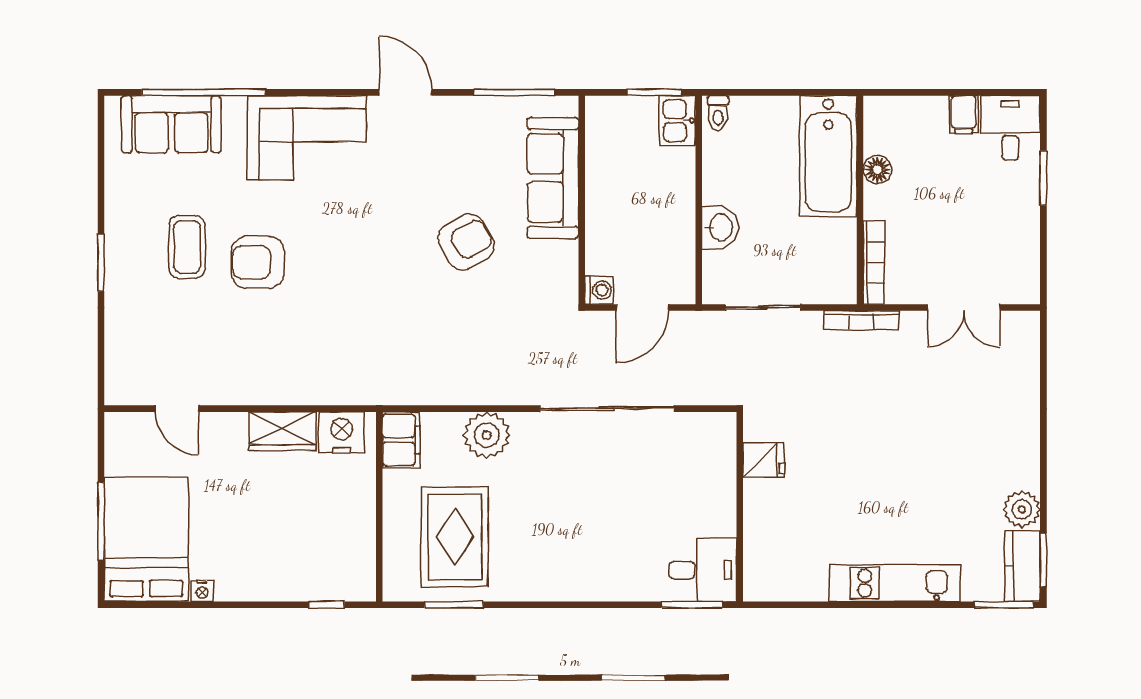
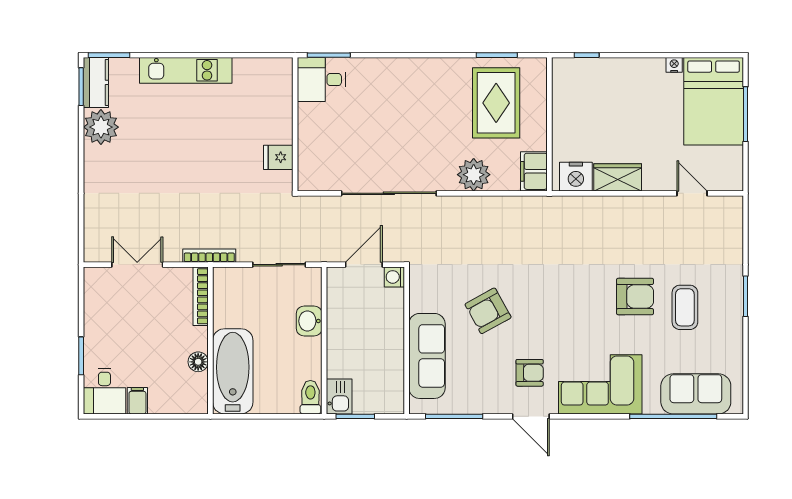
toilet: (718, 113) -> (310, 397), width x1.37, depth x1.39
armchair: (407, 154) -> (530, 373), added
plant: (1022, 509) -> (101, 127), width x1.36, depth x1.36

